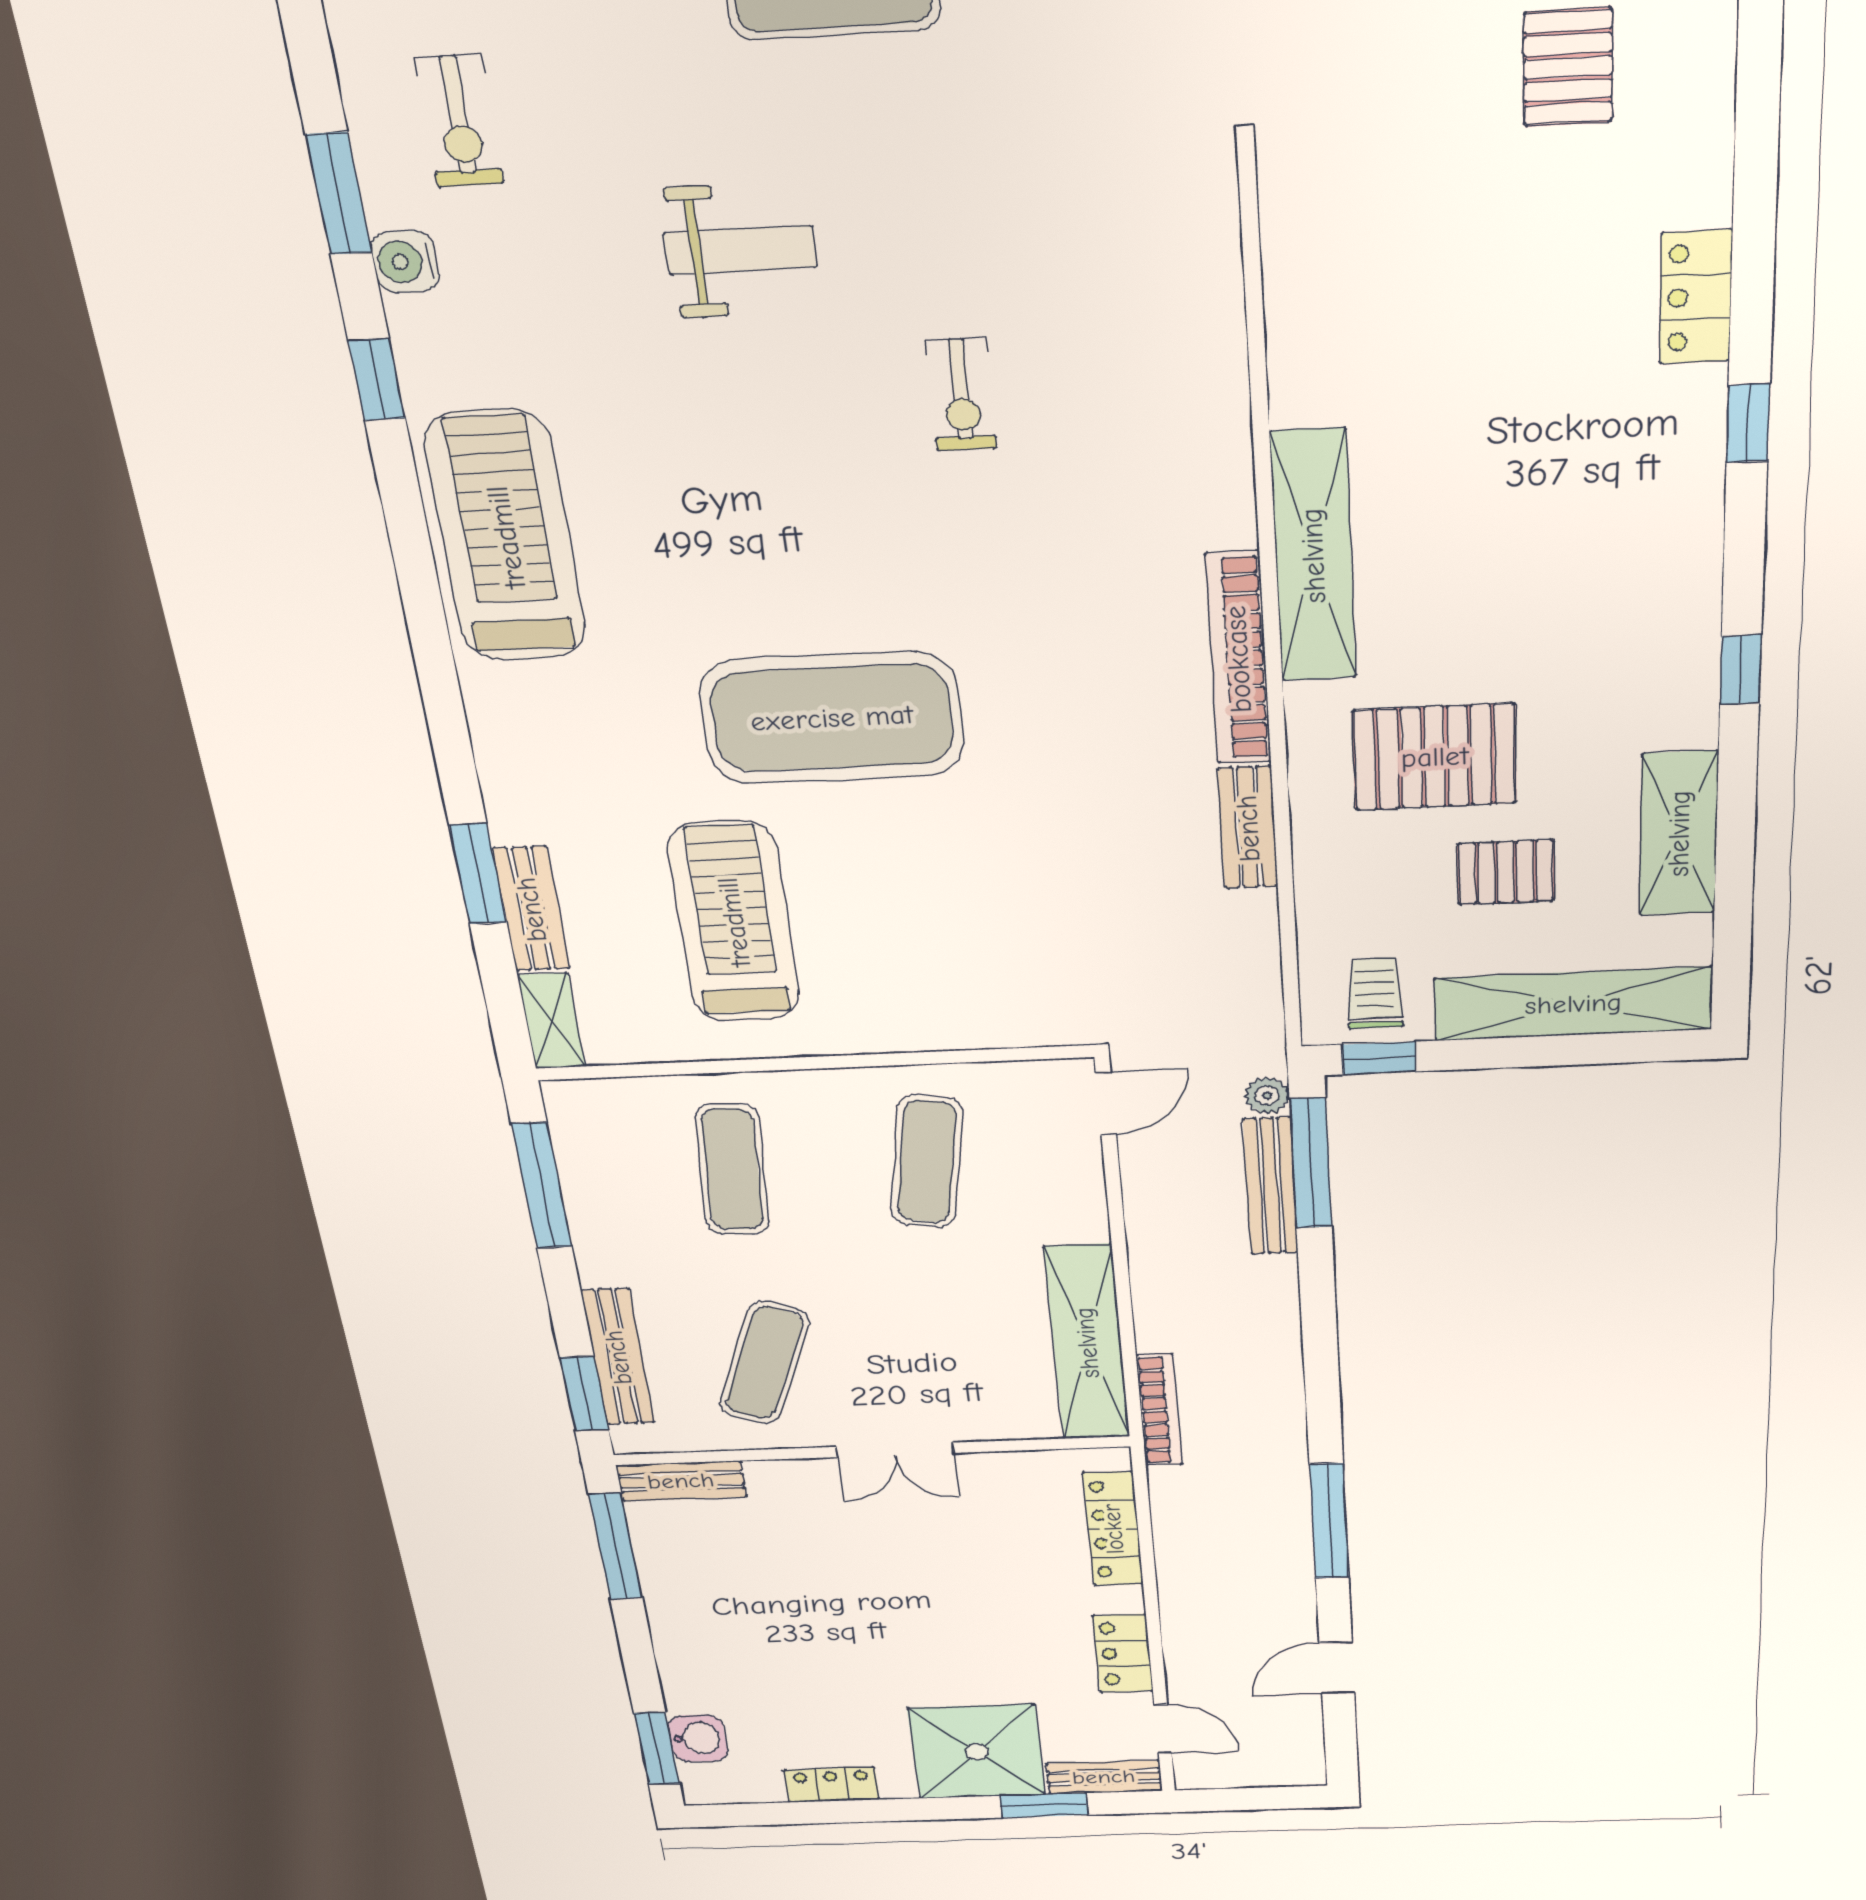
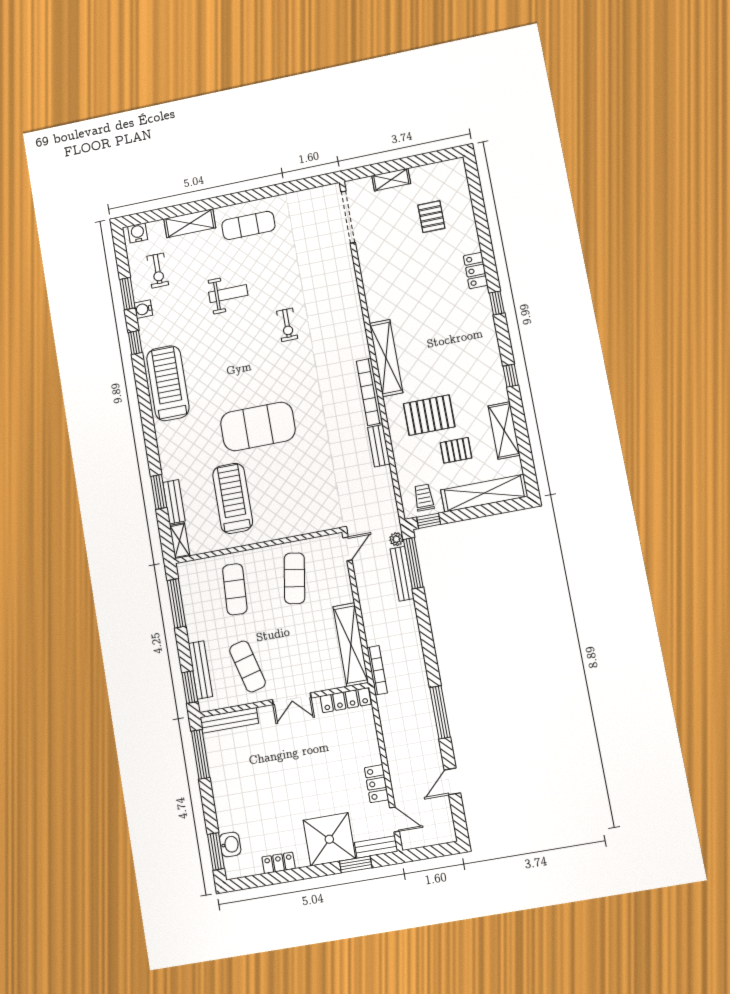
exercise mat: (764, 1363) -> (247, 666), turned -36
bench: (681, 1481) -> (229, 720), width x1.36
locker: (1113, 1529) -> (346, 700), moved, turned -90

